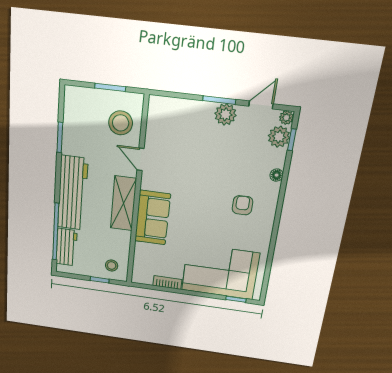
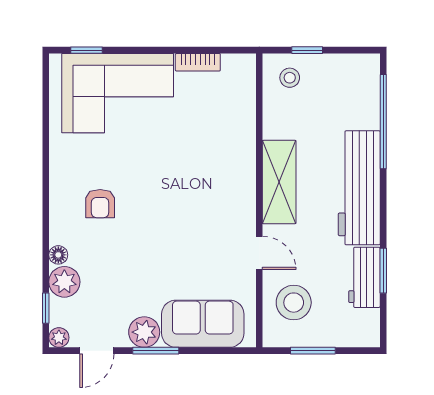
plant: (279, 137) -> (64, 282), moved
sofa: (152, 218) -> (203, 324), moved, turned 90
workbench: (67, 247) -> (364, 277), moved

